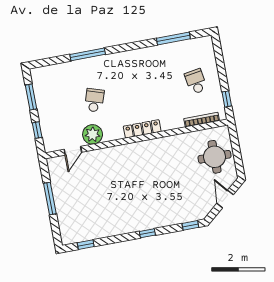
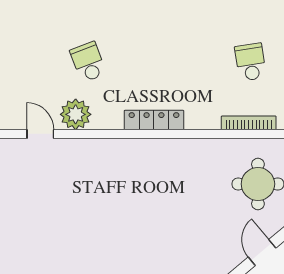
school desk: (94, 100) -> (88, 62), turned -39
door: (73, 151) -> (40, 134), swing flipped

